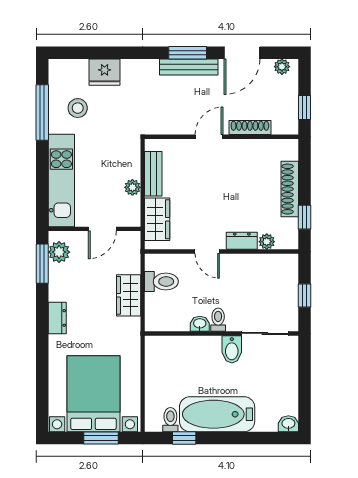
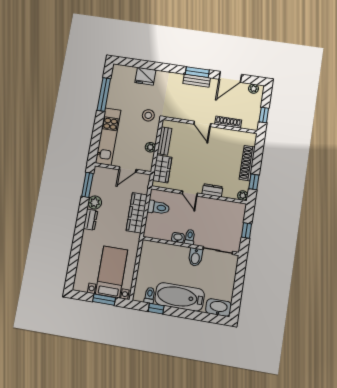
bench: (189, 67) -> (197, 81), width x0.73
stool: (78, 108) -> (148, 115), moved
door: (209, 137) -> (202, 124), swing flipped
plant: (267, 242) -> (243, 196), moved
plant: (59, 252) -> (95, 202), moved
wardrobe: (129, 295) -> (137, 213), width x1.50
bed with nightstands: (93, 394) -> (112, 272), width x0.73
washbasin: (288, 424) -> (218, 307), width x1.91, depth x1.45

